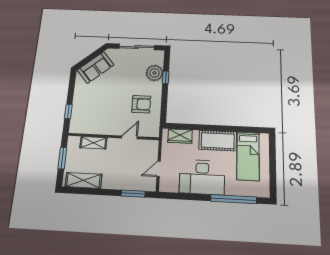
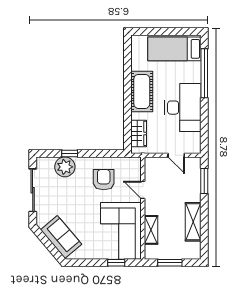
corner sofa: (95, 117) -> (121, 231), added
bed: (248, 156) -> (174, 49), moved, turned 180
shelving: (83, 180) -> (193, 222), moved

